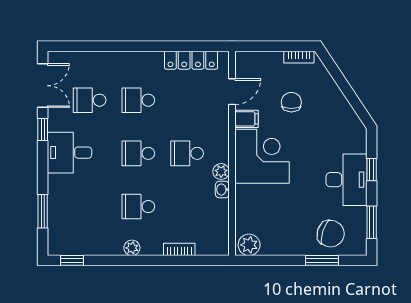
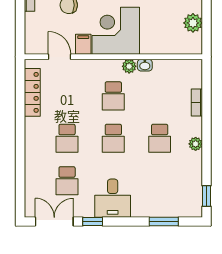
plant: (249, 245) -> (193, 23), moved

